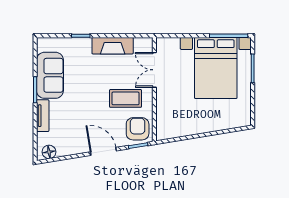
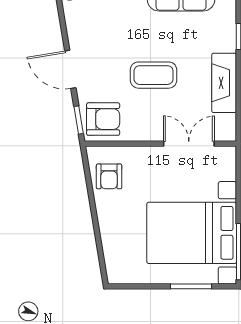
coffee table: (126, 98) -> (154, 75), moved, turned 90
armchair: (177, 125) -> (109, 176), added
door: (103, 151) -> (70, 69), swing flipped

